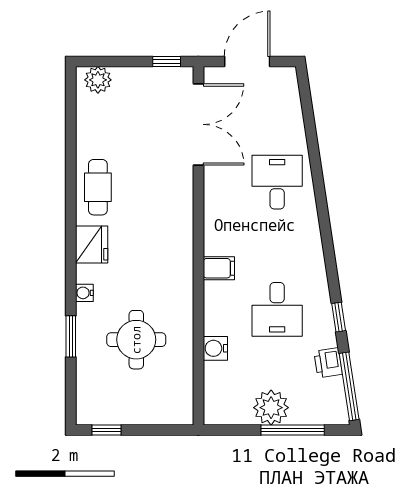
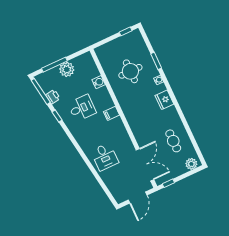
double door: (198, 124) -> (145, 165), swing flipped
cafe table: (98, 187) -> (173, 141), moved
desk: (277, 309) -> (82, 108), turned 90

